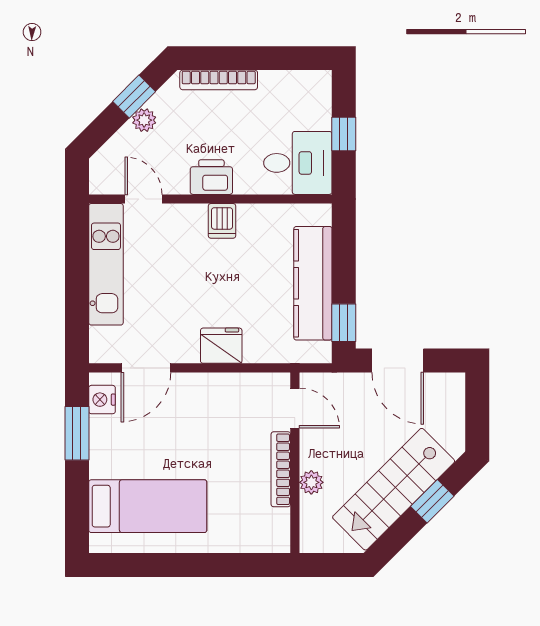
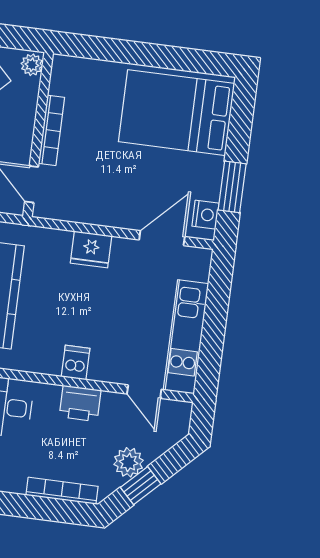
plant: (144, 120) -> (129, 462), width x1.38, depth x1.38
plant: (311, 482) -> (32, 65), moved
bed: (148, 506) -> (176, 113), width x1.50

